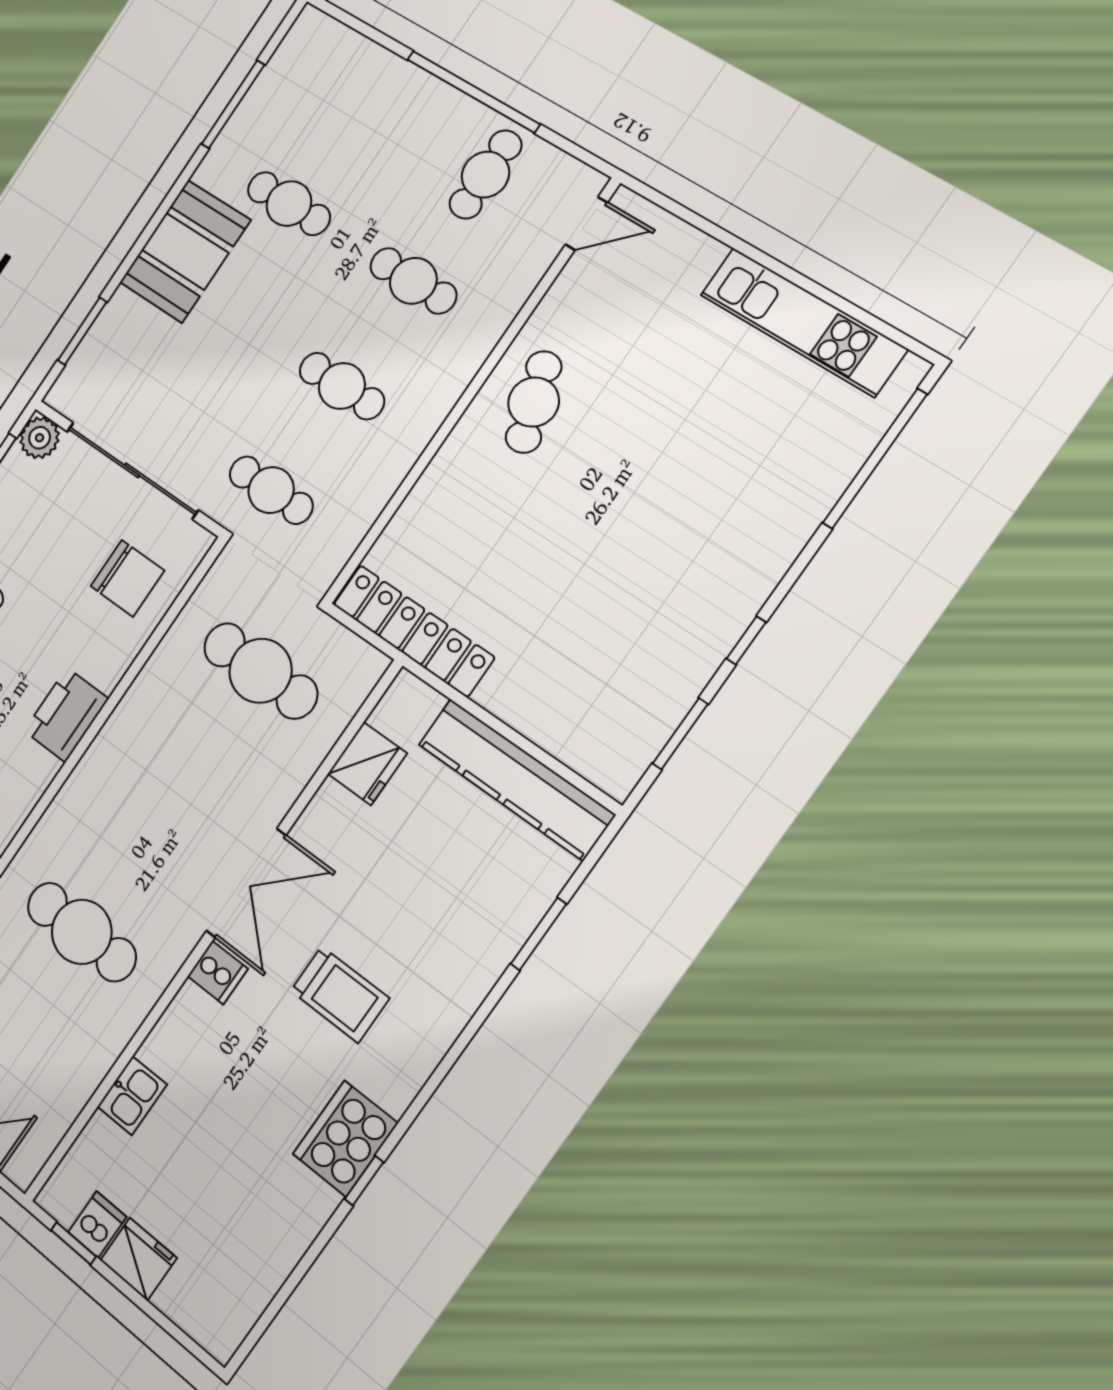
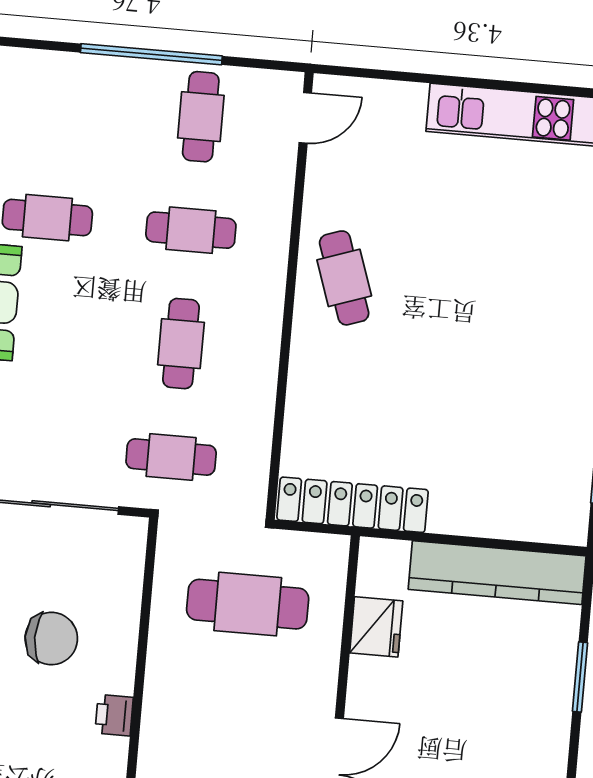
cafe table: (342, 386) -> (181, 344), turned 90
chair: (127, 578) -> (51, 639), moved
printer: (66, 715) -> (114, 715), width x0.53, depth x0.68

